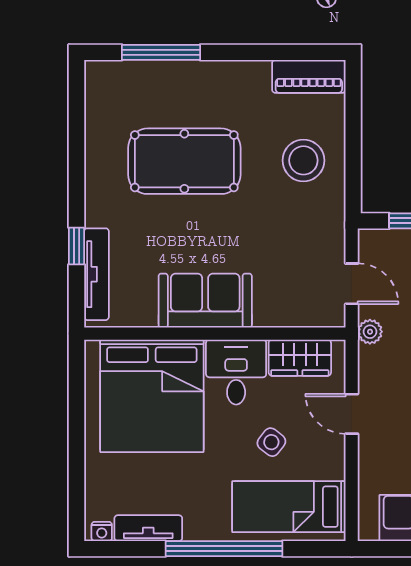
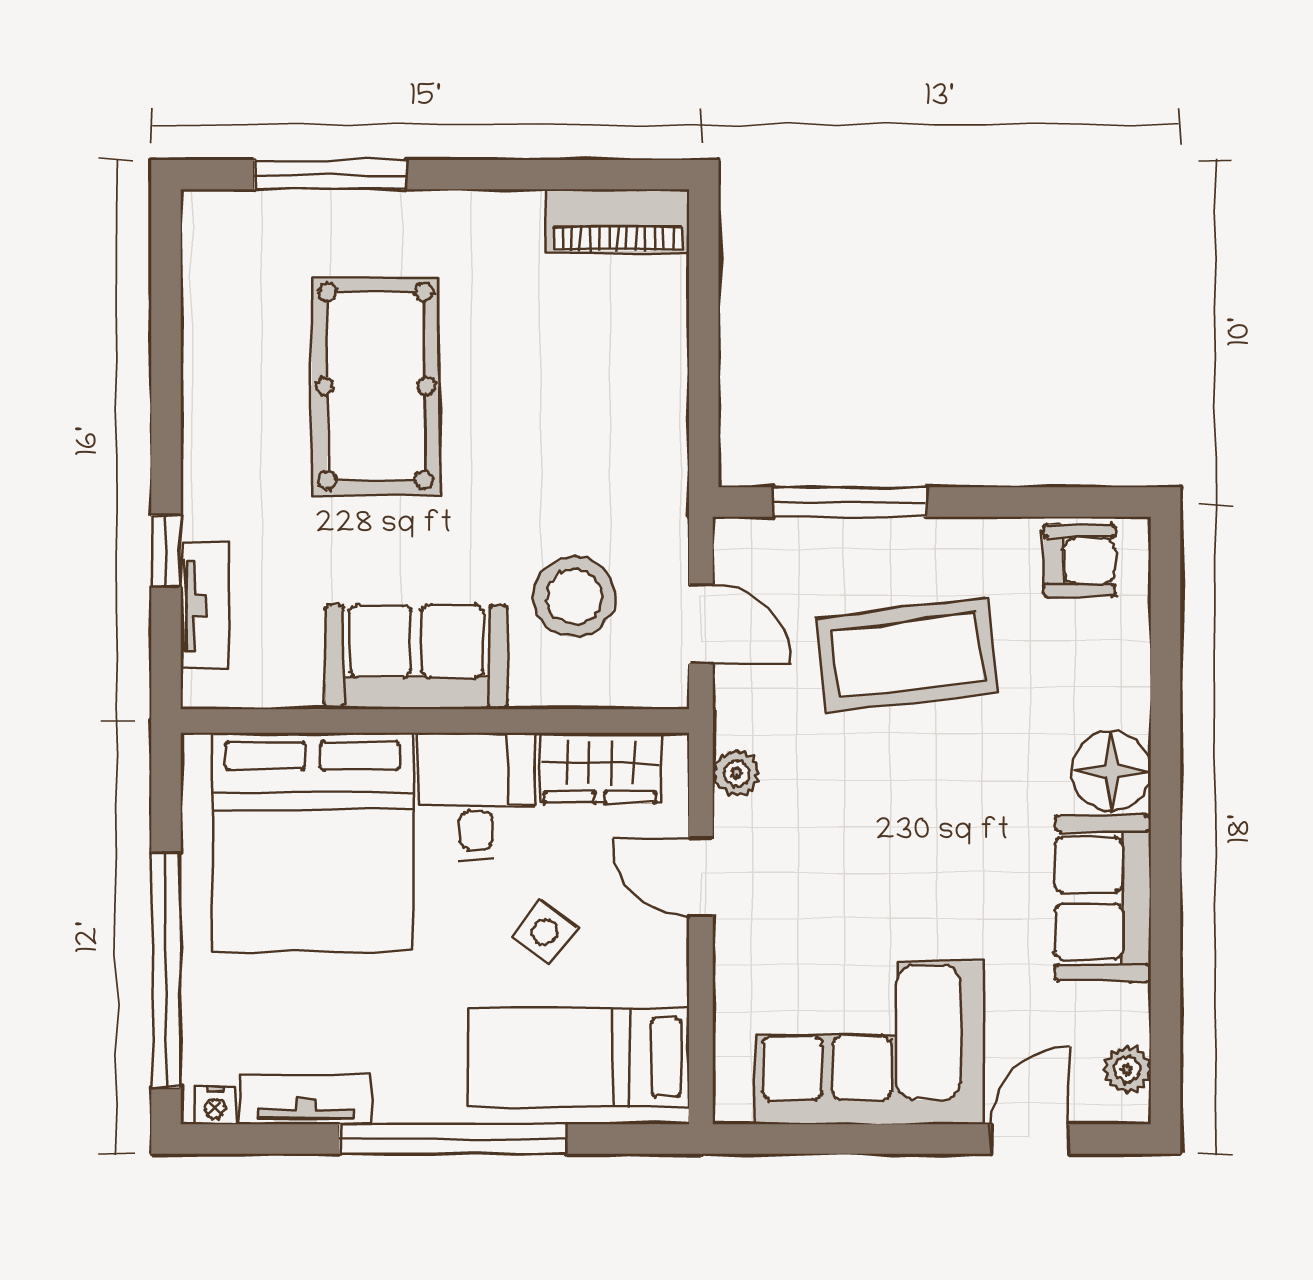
stool: (303, 160) -> (574, 596), moved
pool table: (184, 161) -> (376, 386), turned 90
tv unit: (96, 274) -> (205, 606), width x0.71
plant: (370, 332) -> (736, 773), moved
window: (77, 462) -> (166, 970), added

